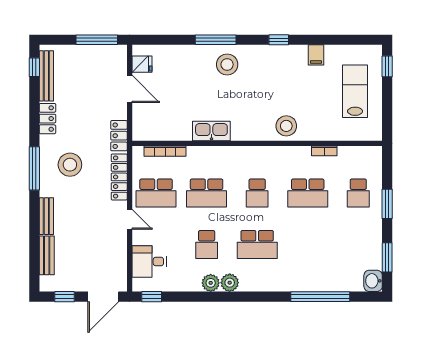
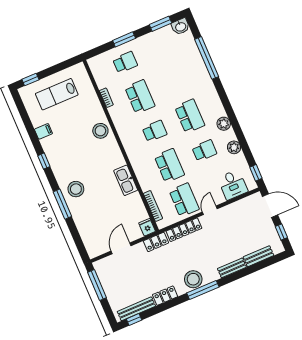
fridge: (142, 64) -> (147, 227), moved
stool: (70, 165) -> (193, 279), moved
plant: (211, 283) -> (234, 147), moved

